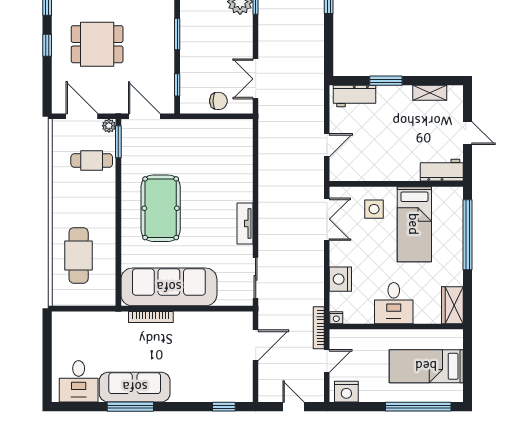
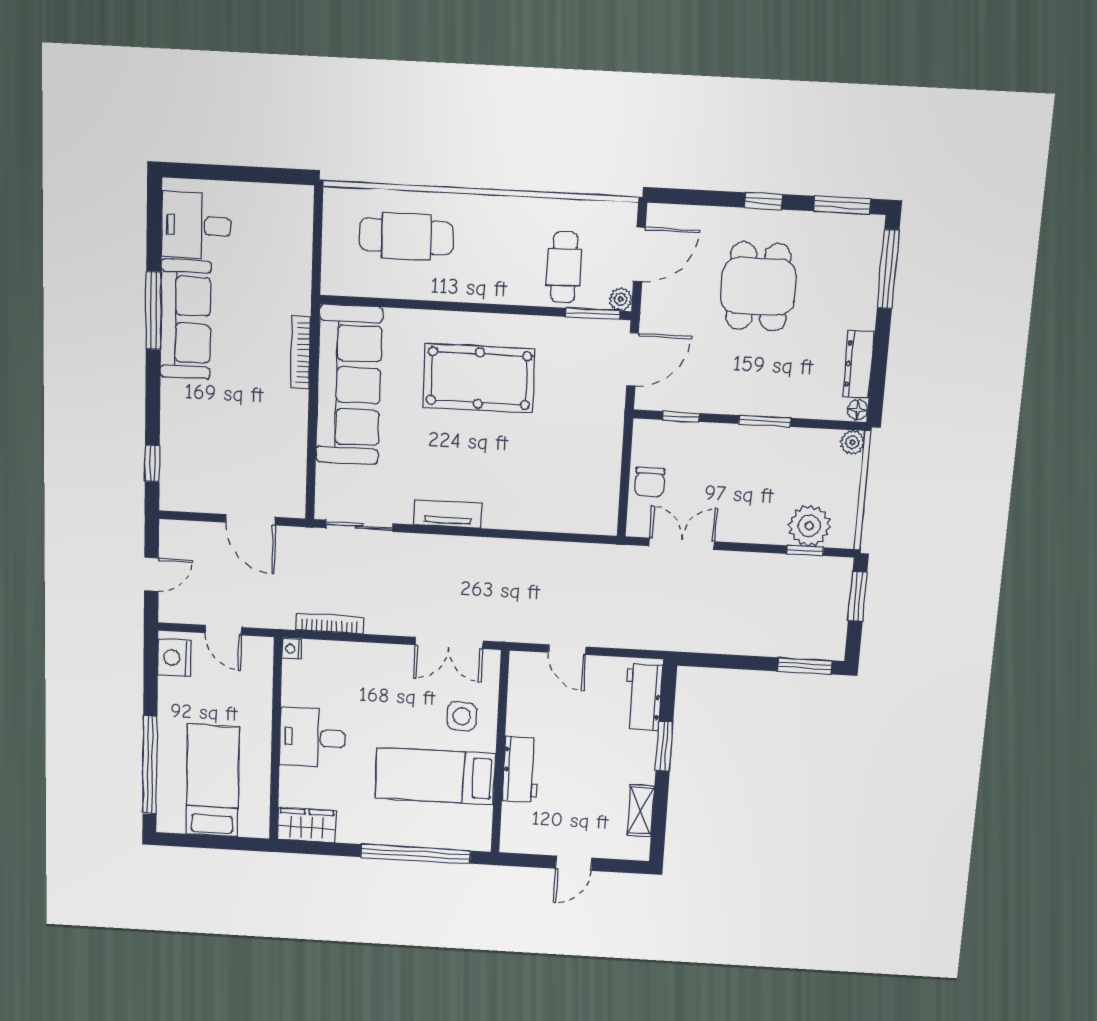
workbench: (442, 170) -> (521, 769), moved
nightstand: (340, 279) -> (353, 659), removed
bookcase: (319, 328) -> (329, 624), moved

